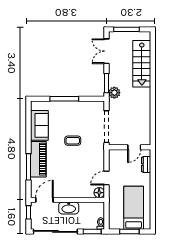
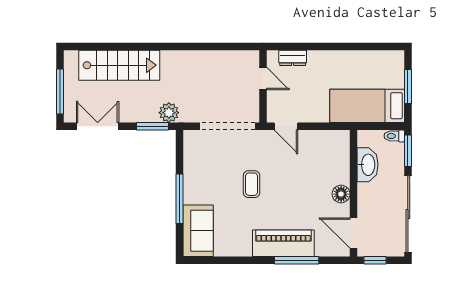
double door: (106, 51) -> (98, 126), swing flipped
sofa: (39, 125) -> (198, 231), moved, turned 90
door: (106, 178) -> (286, 126), moved
floor lamp: (99, 193) -> (341, 194), moved
washbasin: (69, 208) -> (368, 165), moved
bed: (134, 208) -> (367, 106), moved

